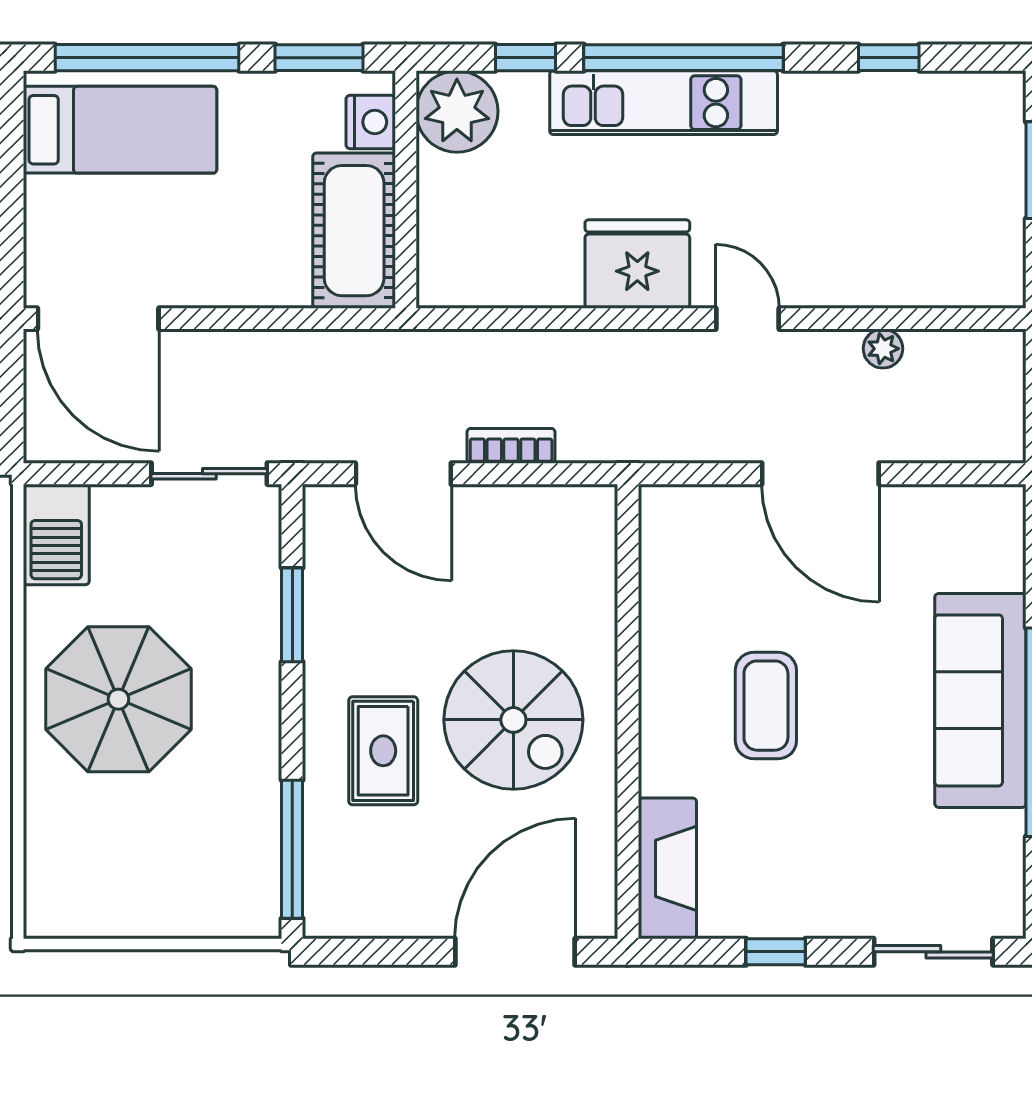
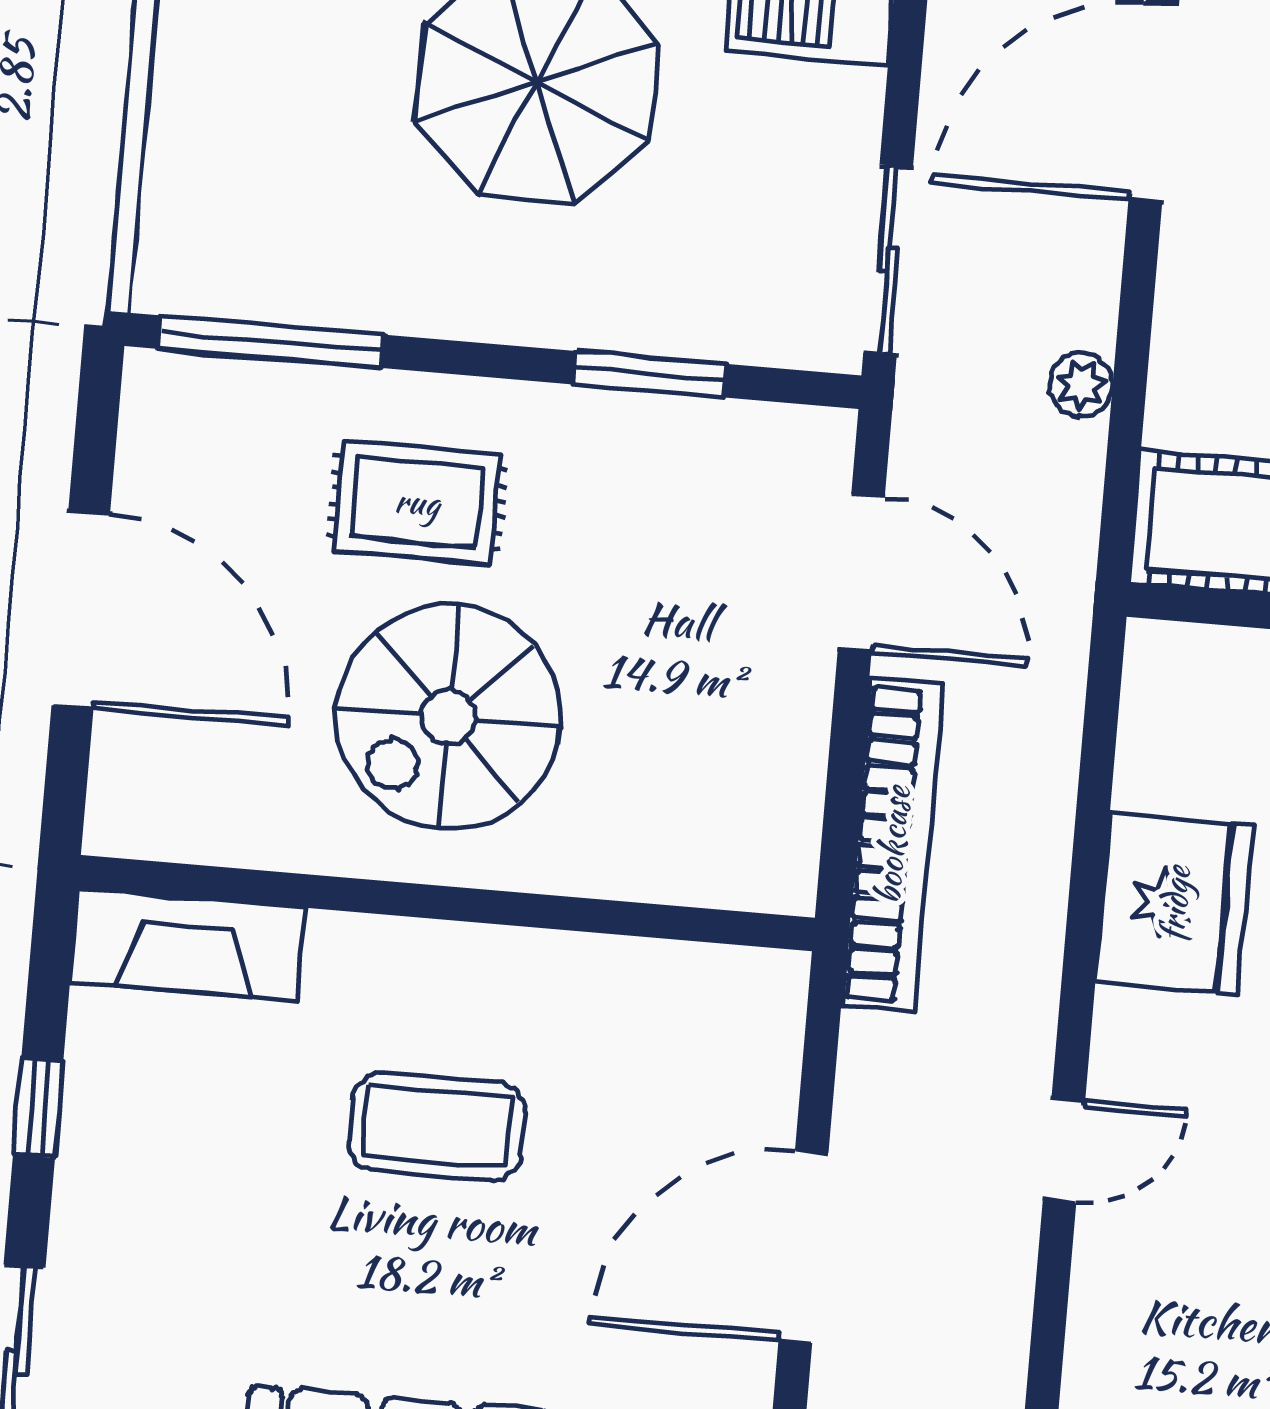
fridge: (637, 264) -> (1174, 904), moved
plant: (883, 349) -> (1081, 385), moved
bookcase: (511, 446) -> (892, 845), width x2.31, depth x1.31
door: (403, 474) -> (861, 573), swing flipped
door: (515, 952) -> (81, 610), moved

